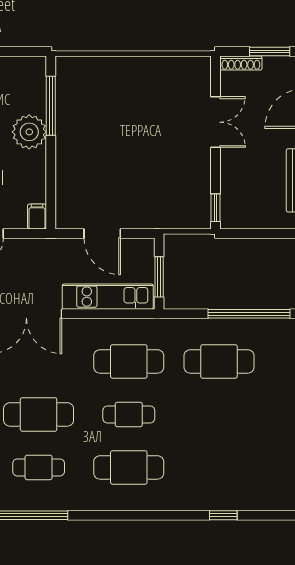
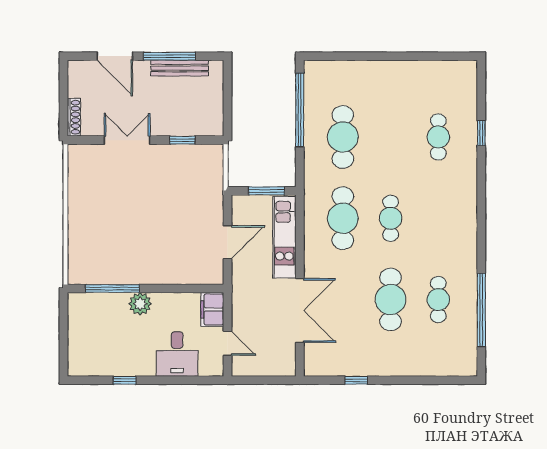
window: (270, 51) -> (64, 91), removed
plant: (29, 132) -> (140, 304), width x0.73, depth x0.73
window: (215, 208) -> (182, 140), moved
filing cabinet: (37, 217) -> (212, 309), width x2.00
cafe table: (129, 467) -> (438, 137), moved, width x0.73, depth x0.74

